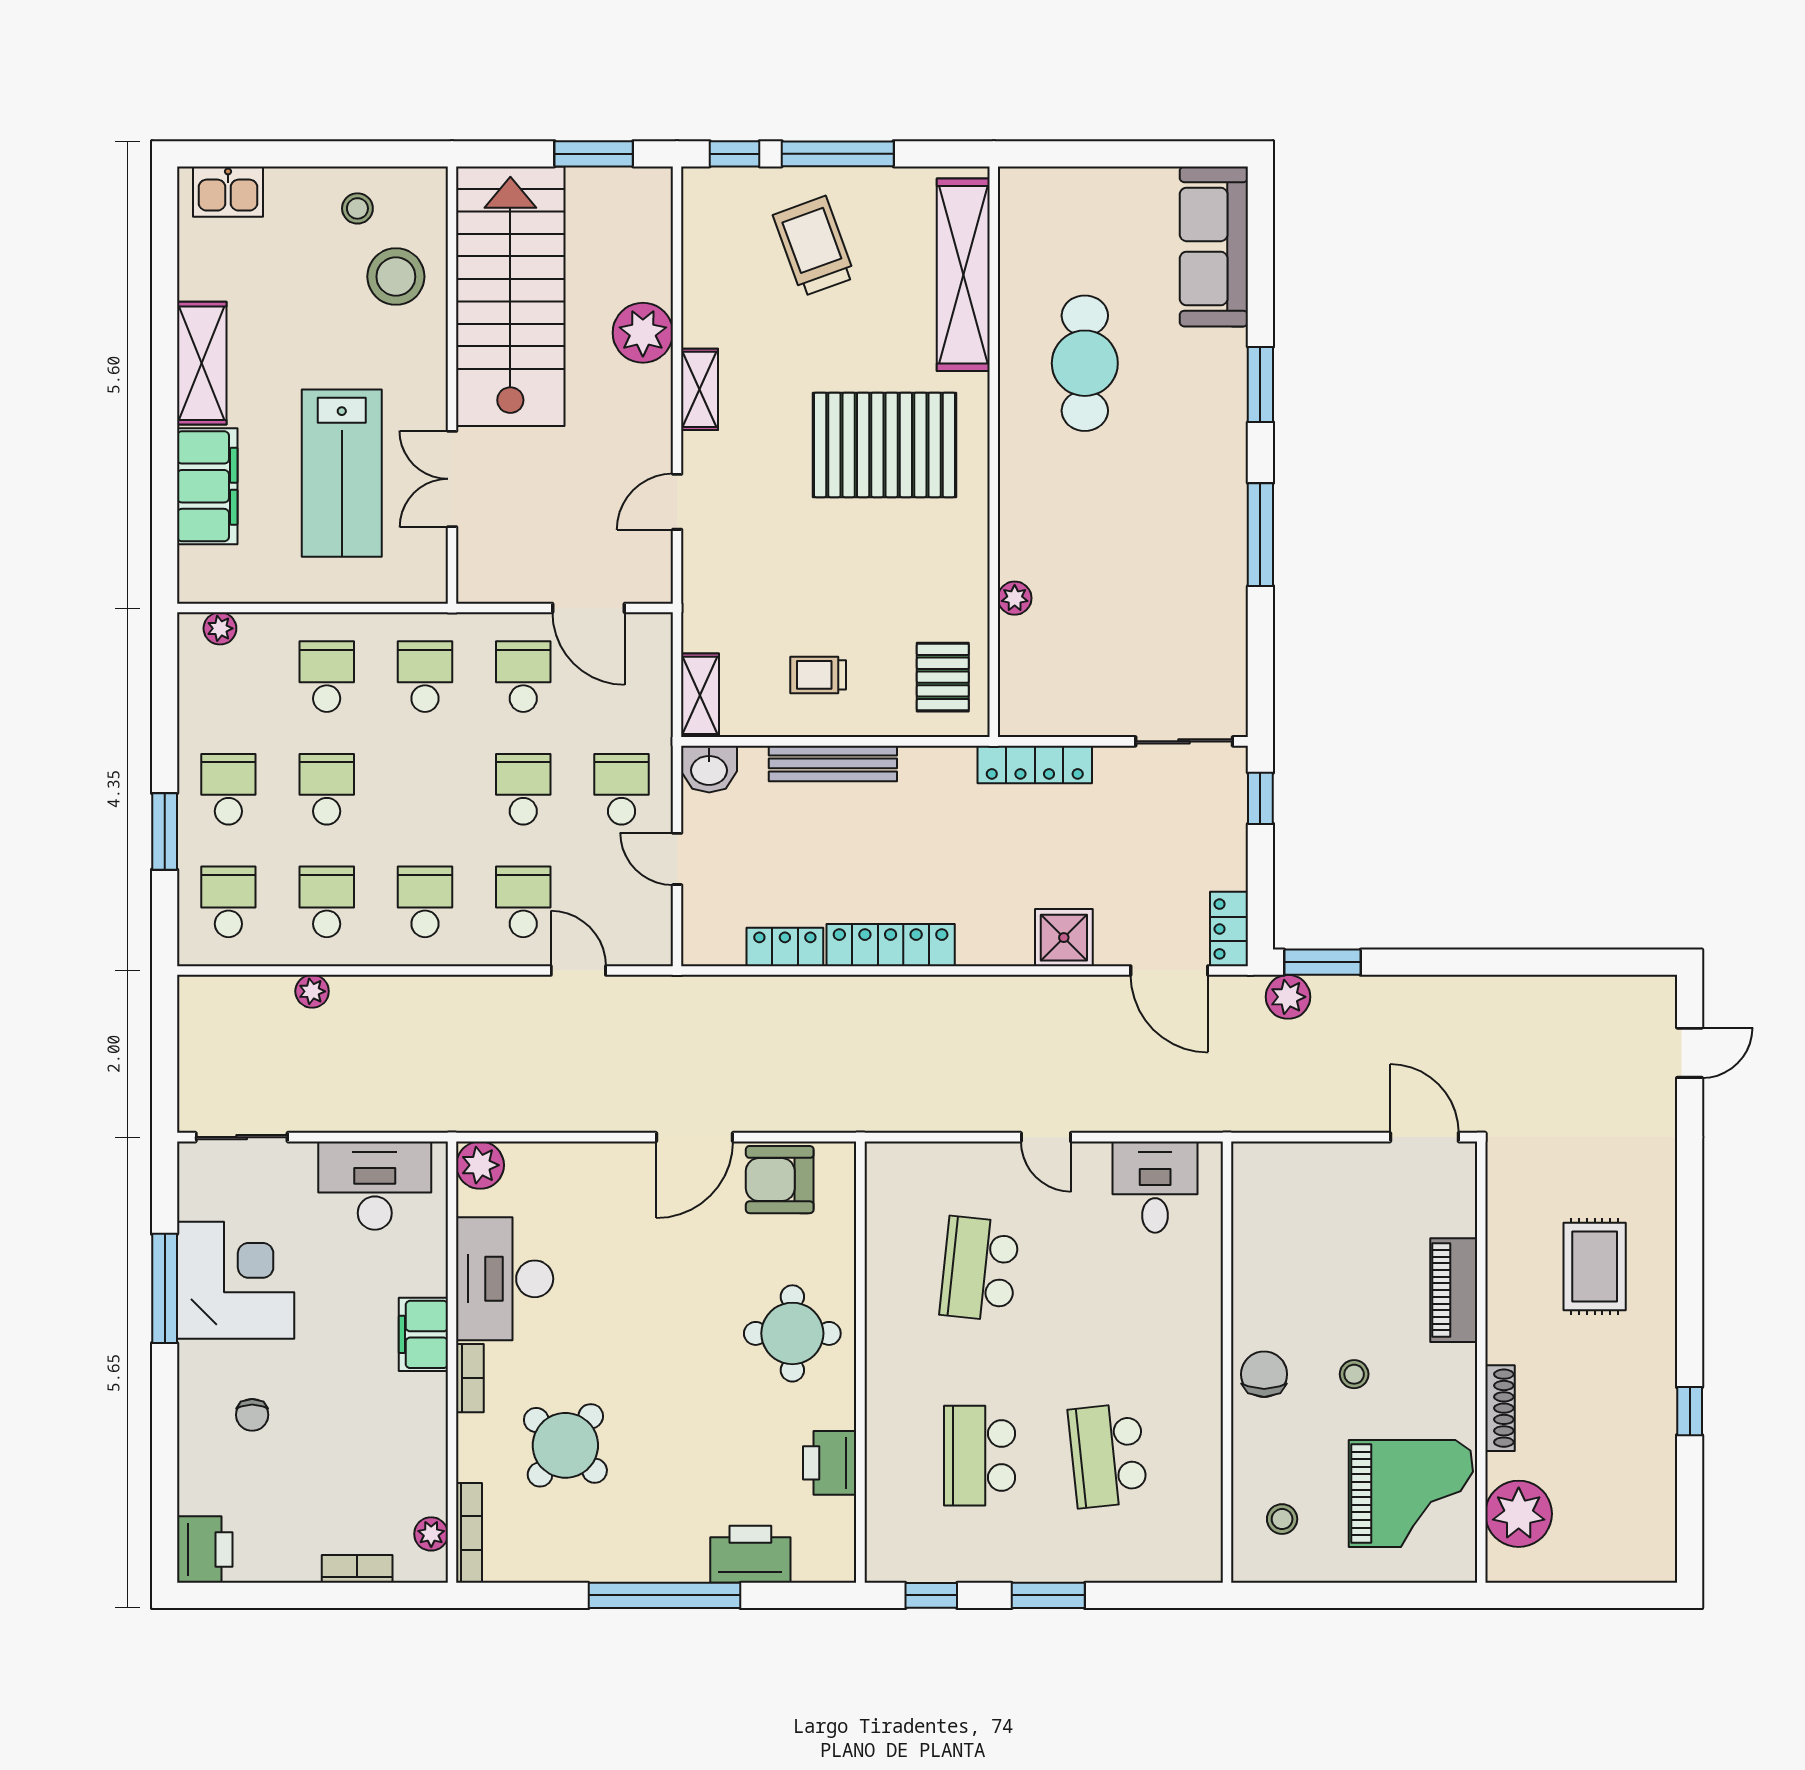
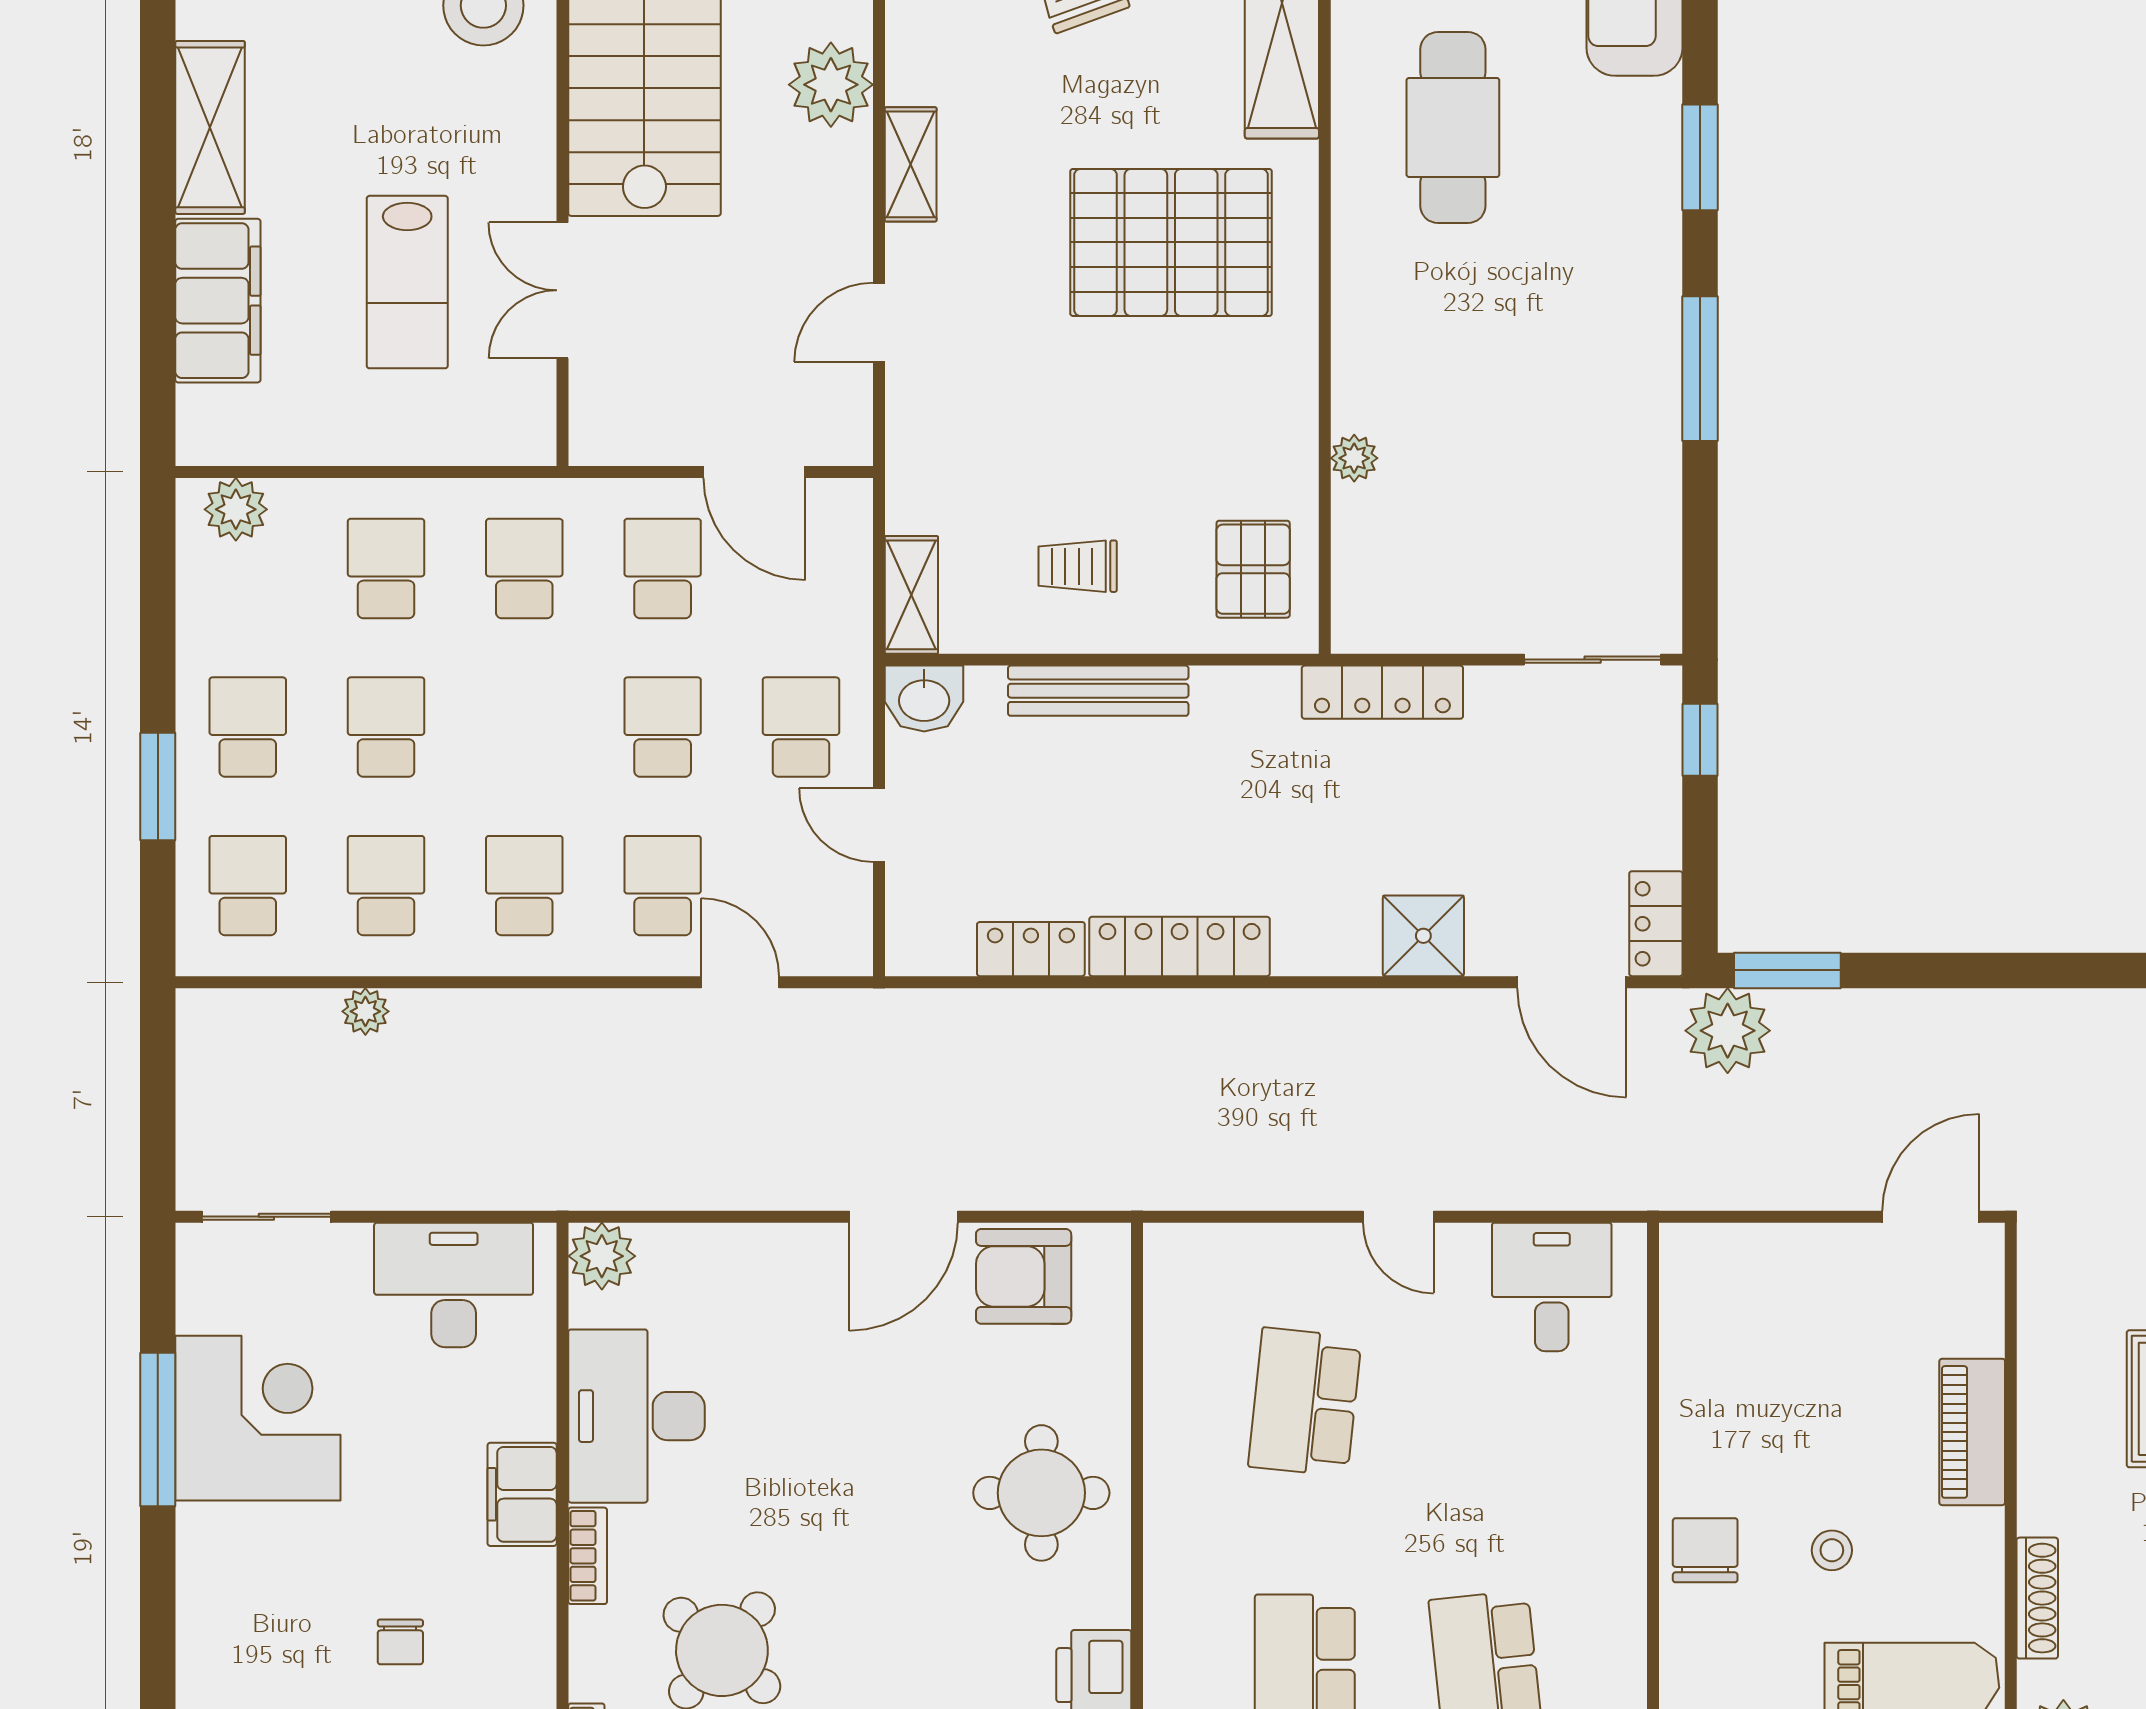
lab bench: (342, 473) -> (407, 282), width x0.73, depth x0.72
plant: (220, 628) -> (236, 509), width x1.38, depth x1.38
plant: (1288, 997) -> (1728, 1031), width x1.36, depth x1.36
door: (1424, 1137) -> (1931, 1217), hinge flipped
chair: (252, 1415) -> (400, 1642), moved

